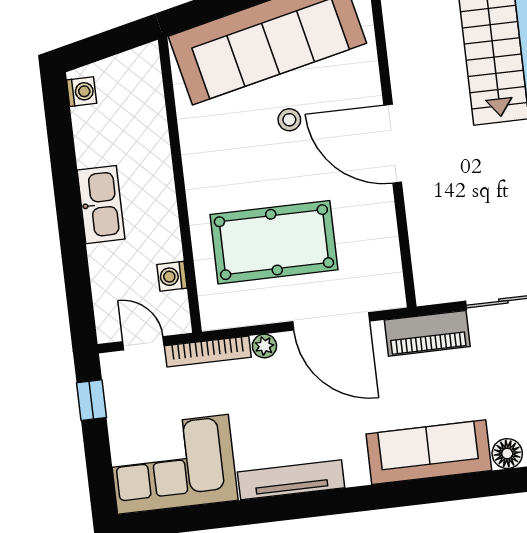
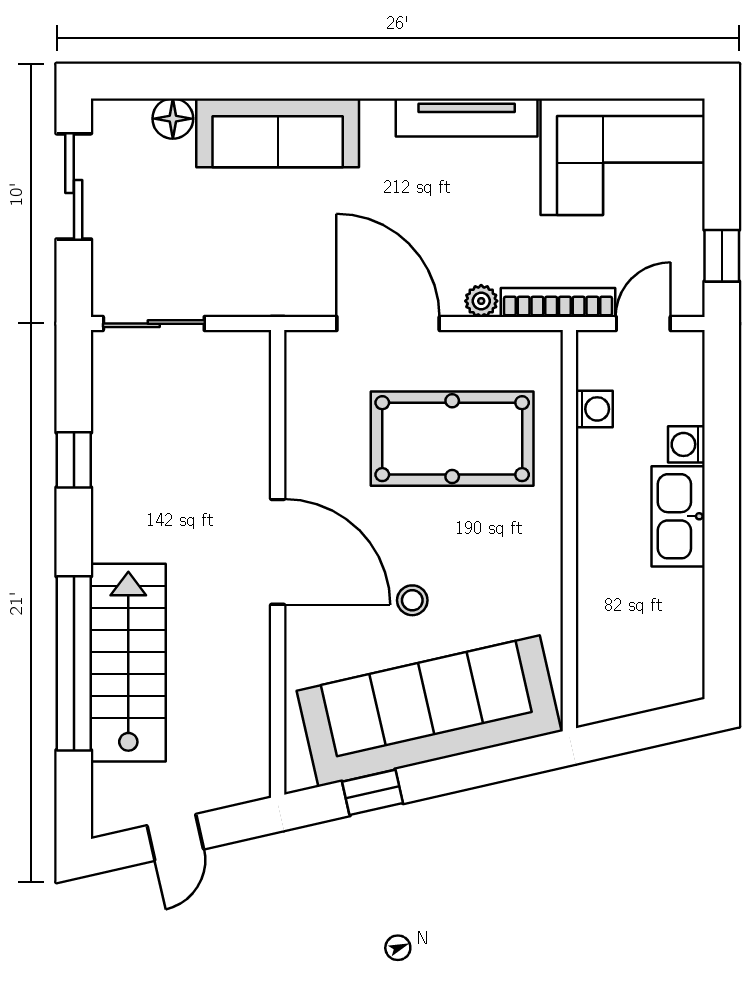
washing machine: (82, 92) -> (686, 444), moved
piano: (427, 333) -> (261, 292), removed
door: (143, 343) -> (643, 324), swing flipped

